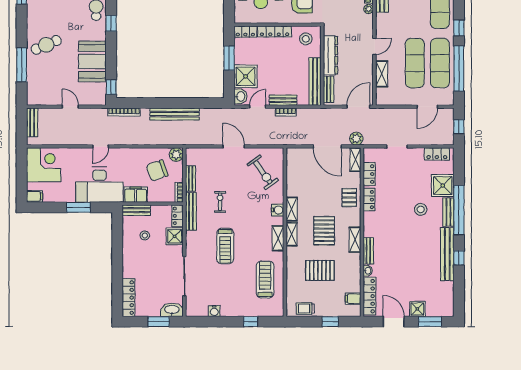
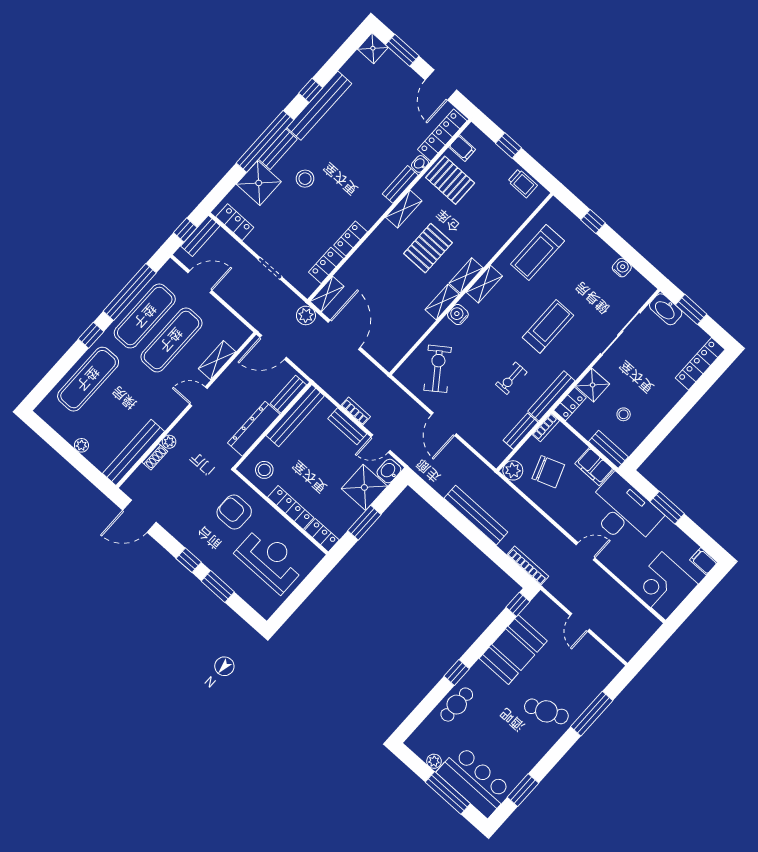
bench: (32, 122) -> (200, 236), moved
pallet: (349, 198) -> (370, 259), removed
pallet: (320, 270) -> (450, 180), moved
shower: (417, 309) -> (373, 48), moved

